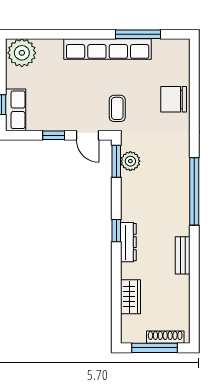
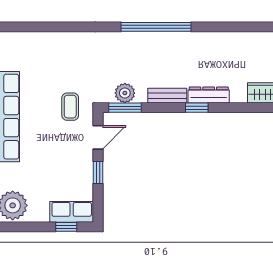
chair: (174, 99) -> (61, 48), removed
coffee table: (117, 108) -> (70, 107), turned 90
bench: (183, 255) -> (167, 96), moved

